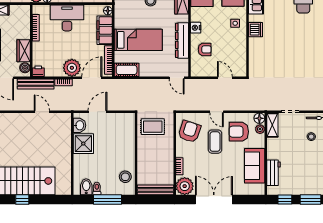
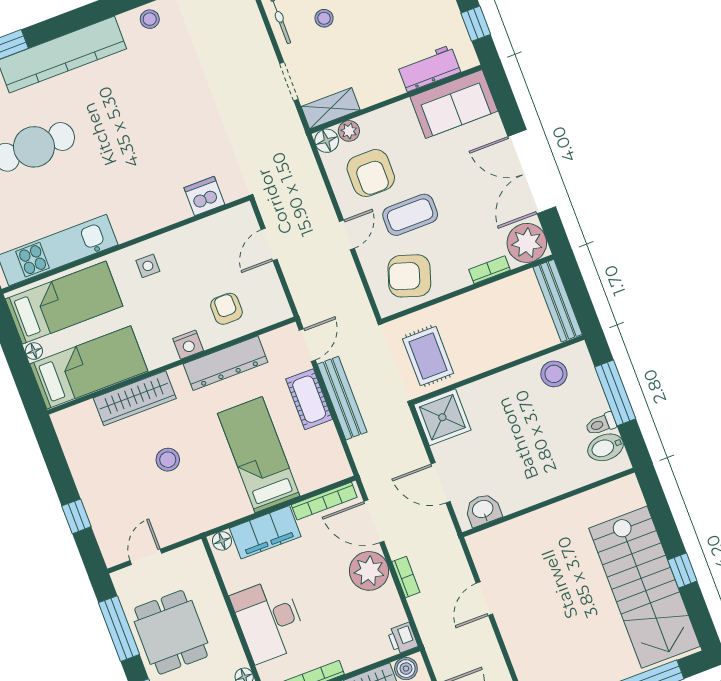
dishwasher: (256, 30) -> (204, 196), moved
cot: (127, 70) -> (309, 399), moved
bench: (36, 84) -> (342, 398), moved
shower: (83, 144) -> (442, 417), moved
sofa: (255, 166) -> (454, 104), moved

